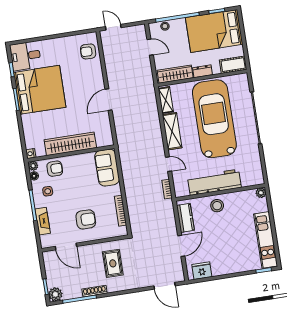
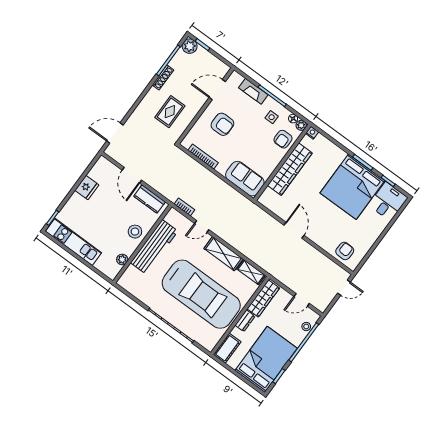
plant: (261, 193) -> (122, 260), moved
armchair: (86, 219) -> (222, 124), turned -90
rug: (113, 263) -> (170, 112), turned 90
fridge: (202, 271) -> (87, 188), moved

